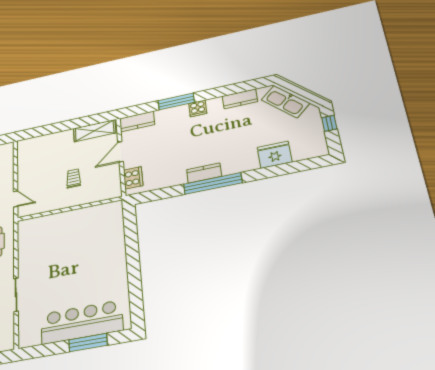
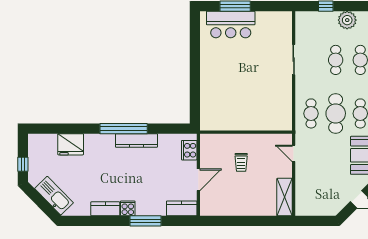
kitchen counter: (240, 99) -> (105, 209), moved
shelving: (95, 131) -> (285, 197), moved, turned 90
kitchen counter: (204, 173) -> (136, 140), width x1.50
bar counter: (82, 322) -> (231, 24), width x0.73

